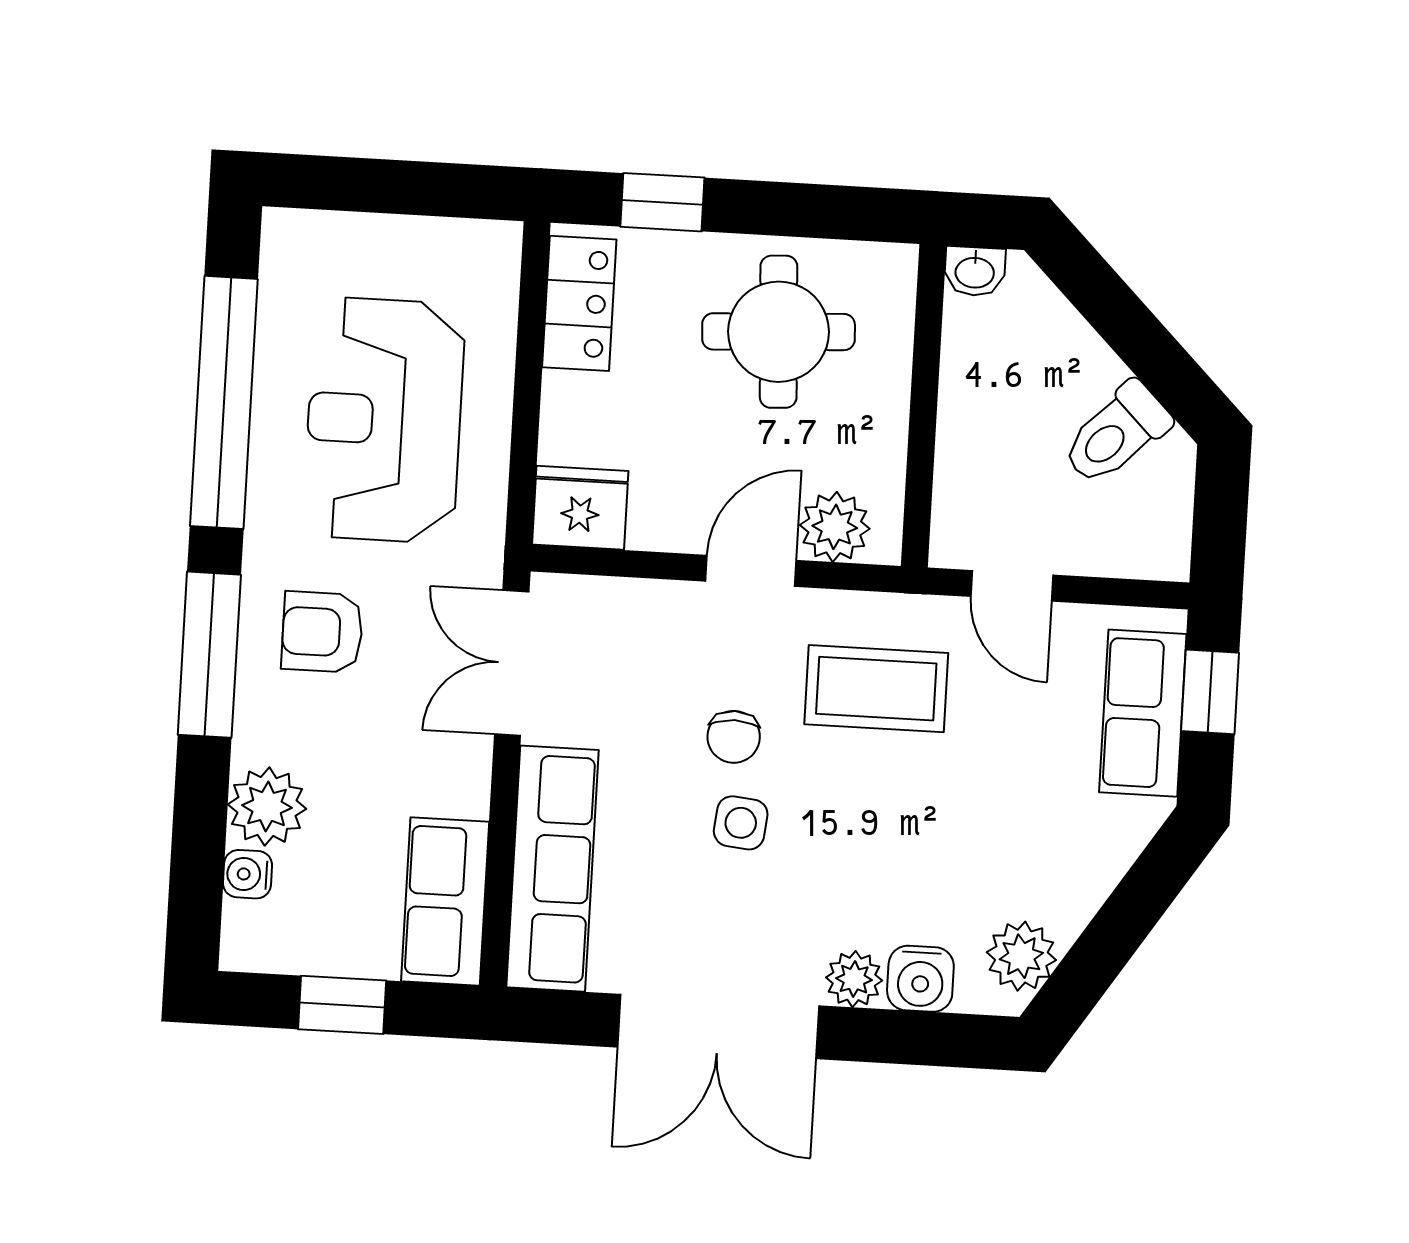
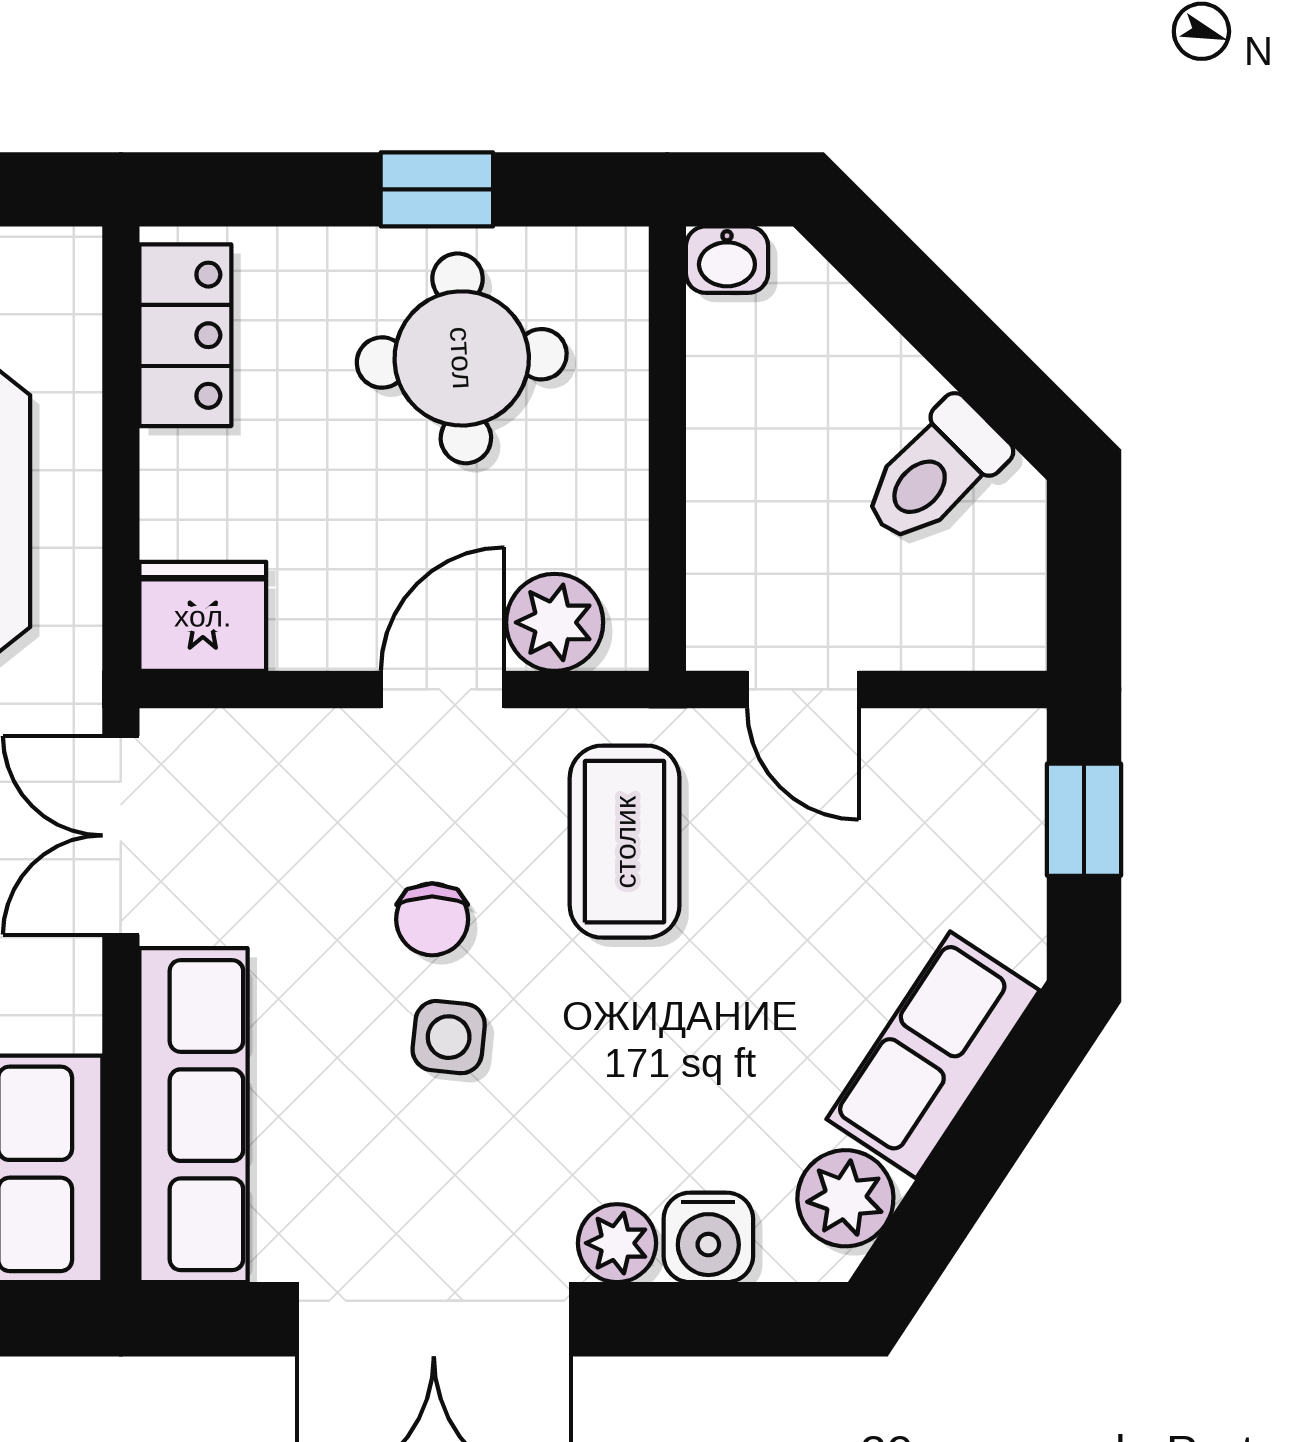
window: (662, 202) -> (437, 189), moved
coffee table: (876, 689) -> (625, 842), turned 90
row of seats: (1143, 713) -> (933, 1055), moved, turned 33

